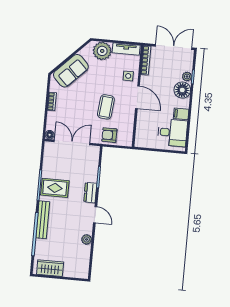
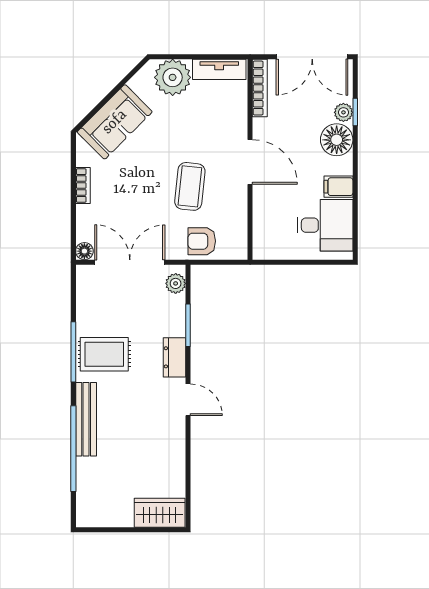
double door: (174, 47) -> (312, 57), swing flipped
side table: (128, 76) -> (228, 122), removed
plant: (87, 239) -> (176, 283), moved
wardrobe: (50, 268) -> (160, 513), moved

